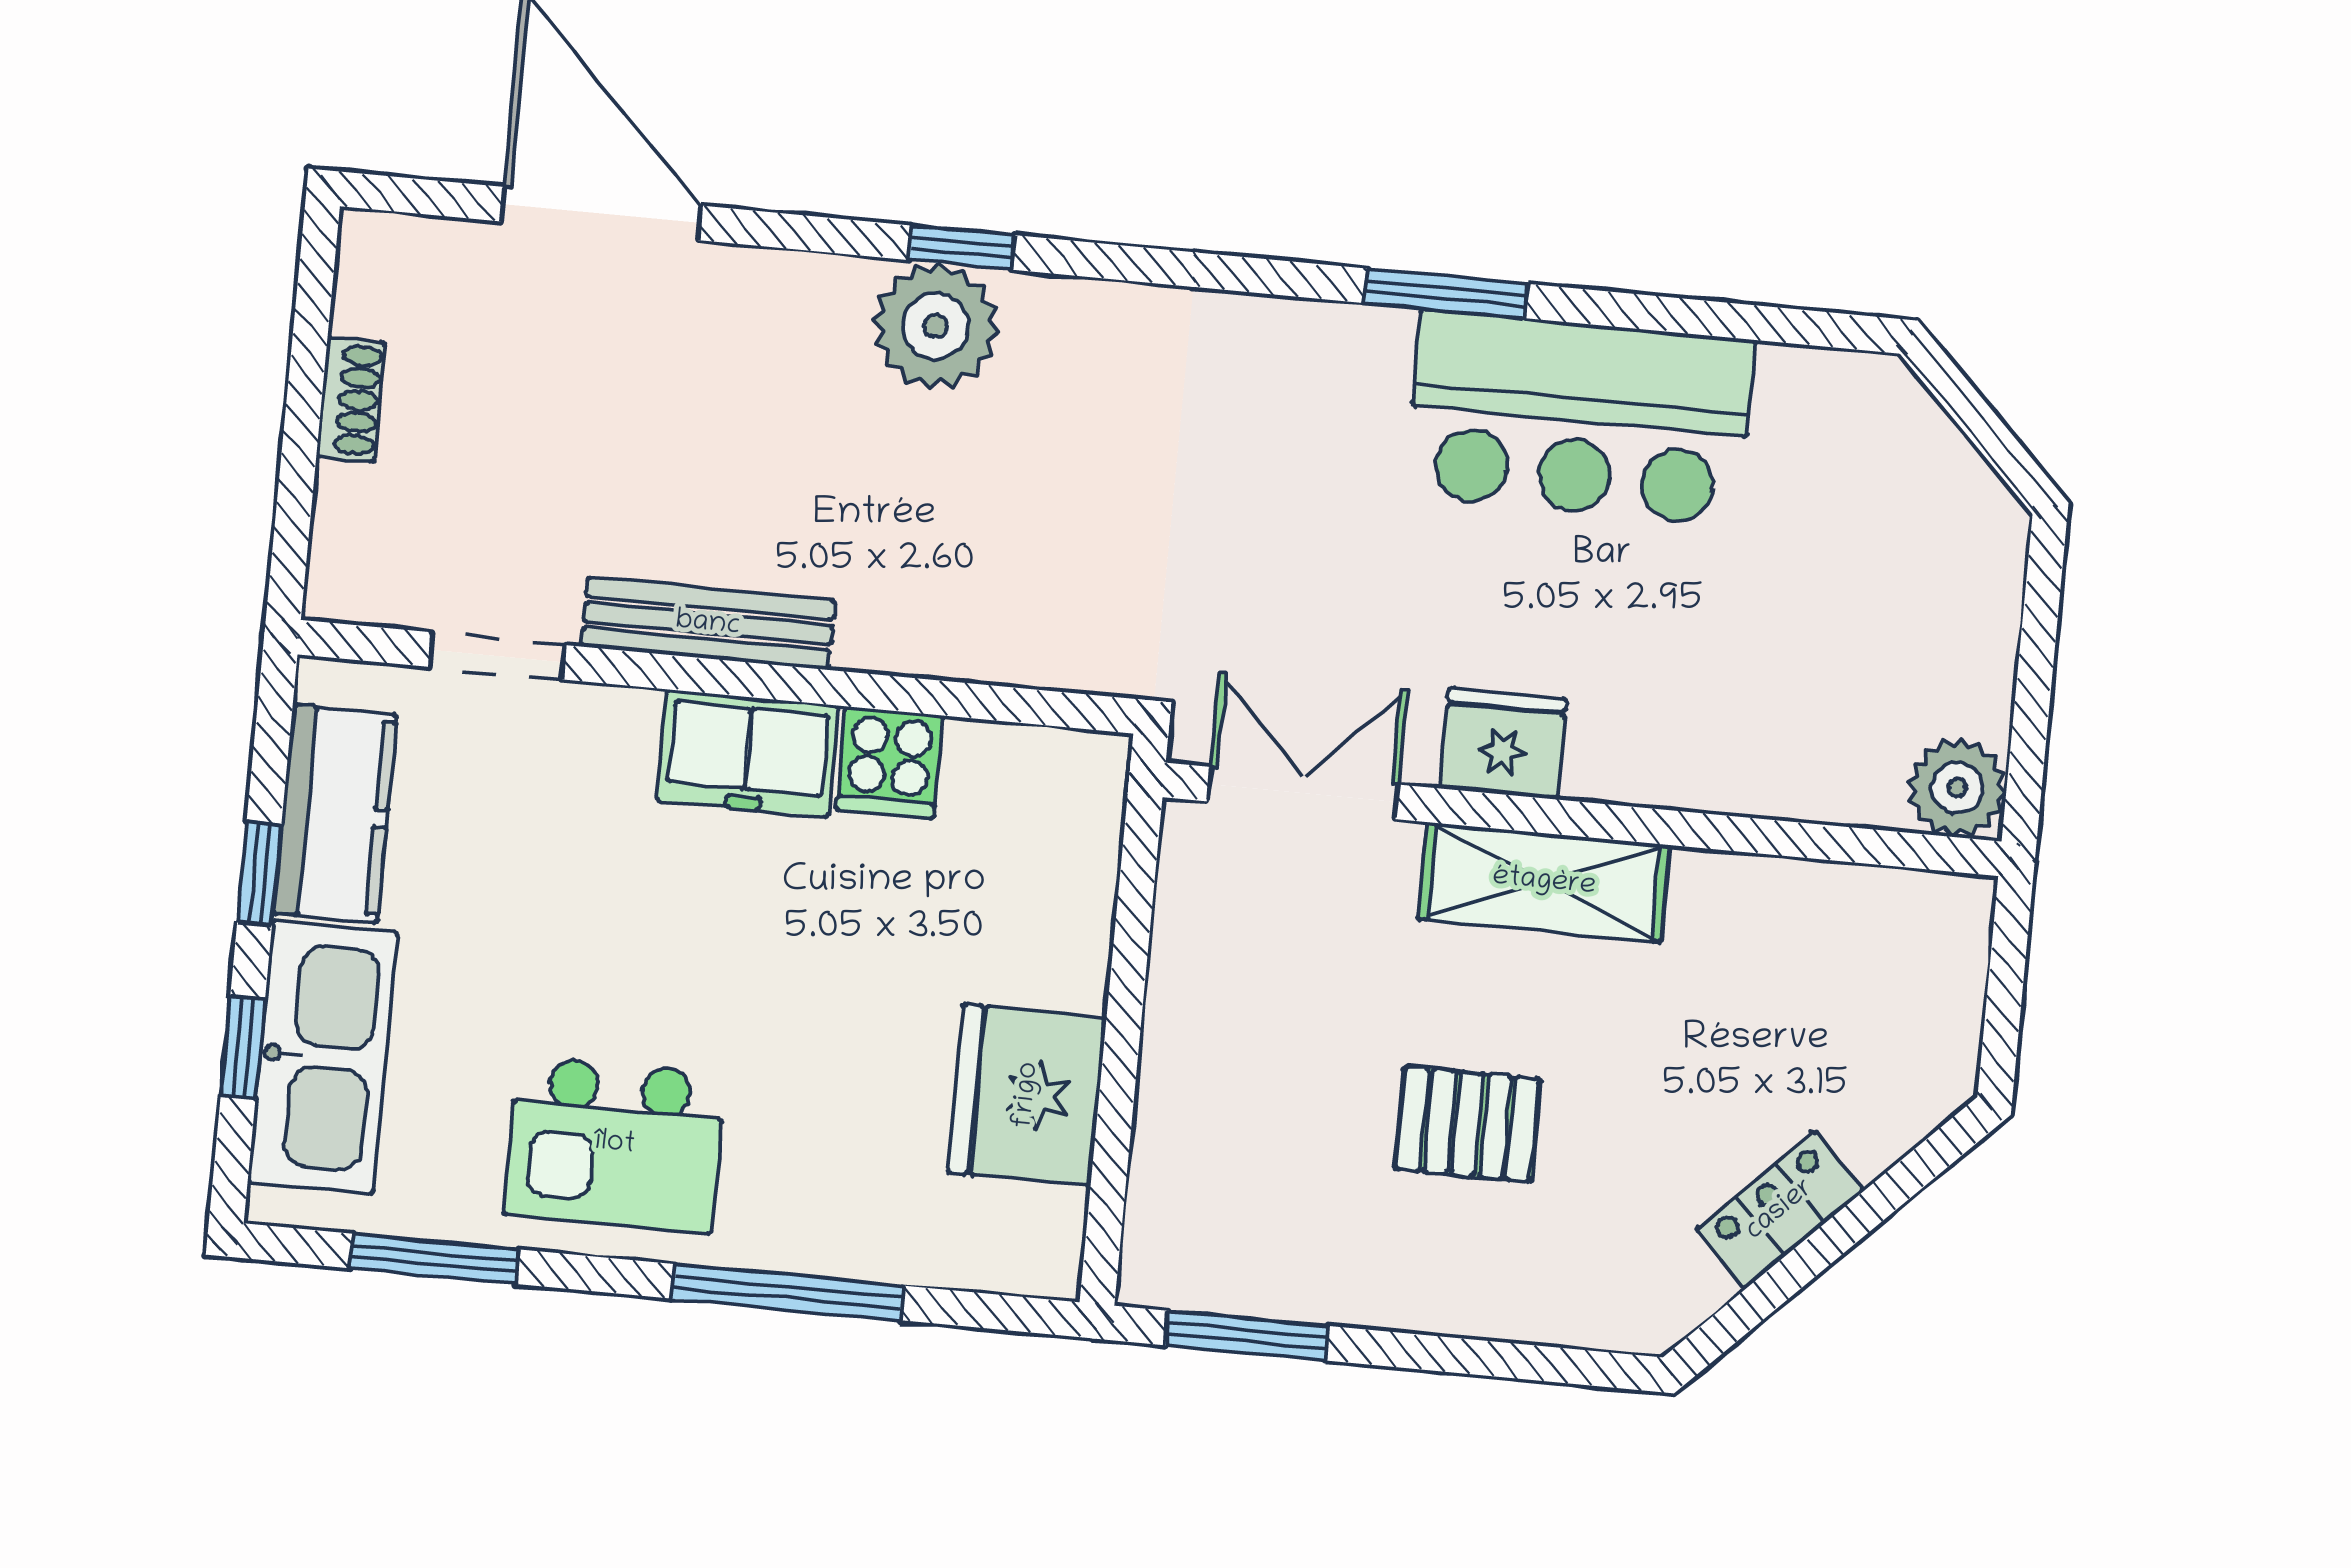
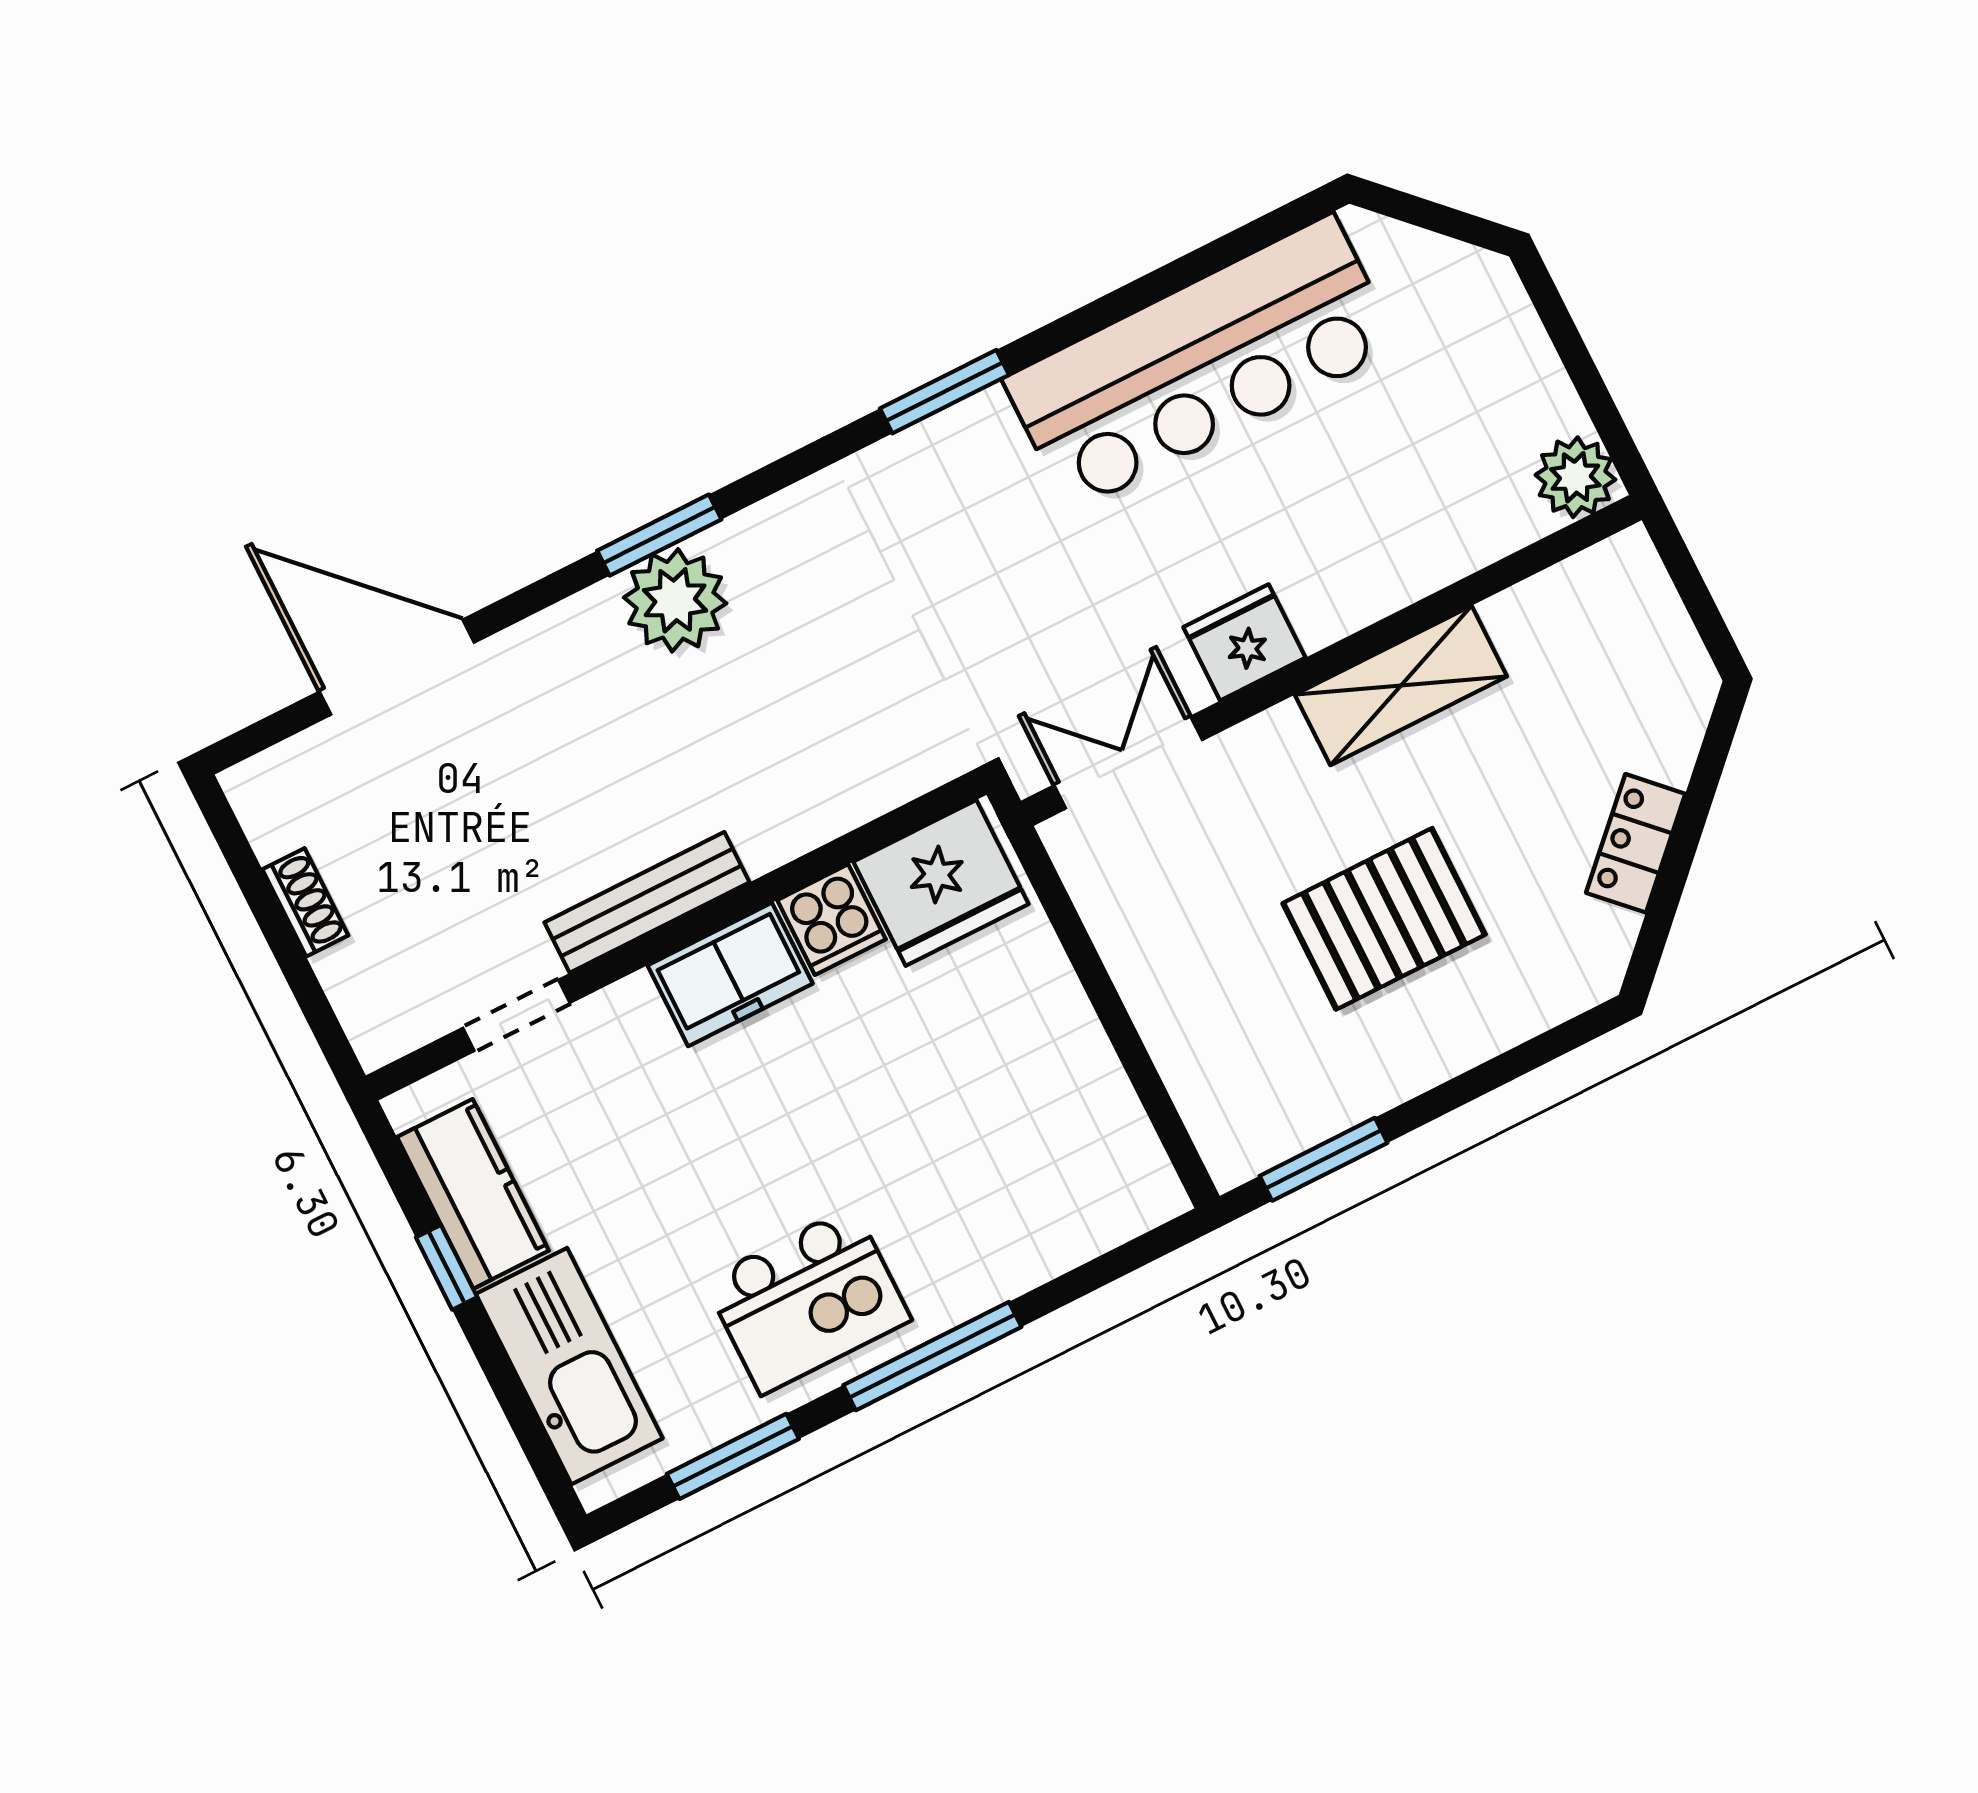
window: (962, 248) -> (659, 535), width x1.50
window: (1446, 293) -> (944, 392), moved
bar counter: (1580, 417) -> (1201, 363), width x1.36
shelving: (1544, 882) -> (1401, 686), moved
window: (243, 1047) -> (510, 1394), removed
fridge: (1027, 1095) -> (941, 883), moved, turned -90
pallet: (1468, 1124) -> (1384, 919), width x1.50, depth x1.42
window: (788, 1292) -> (932, 1356), moved

